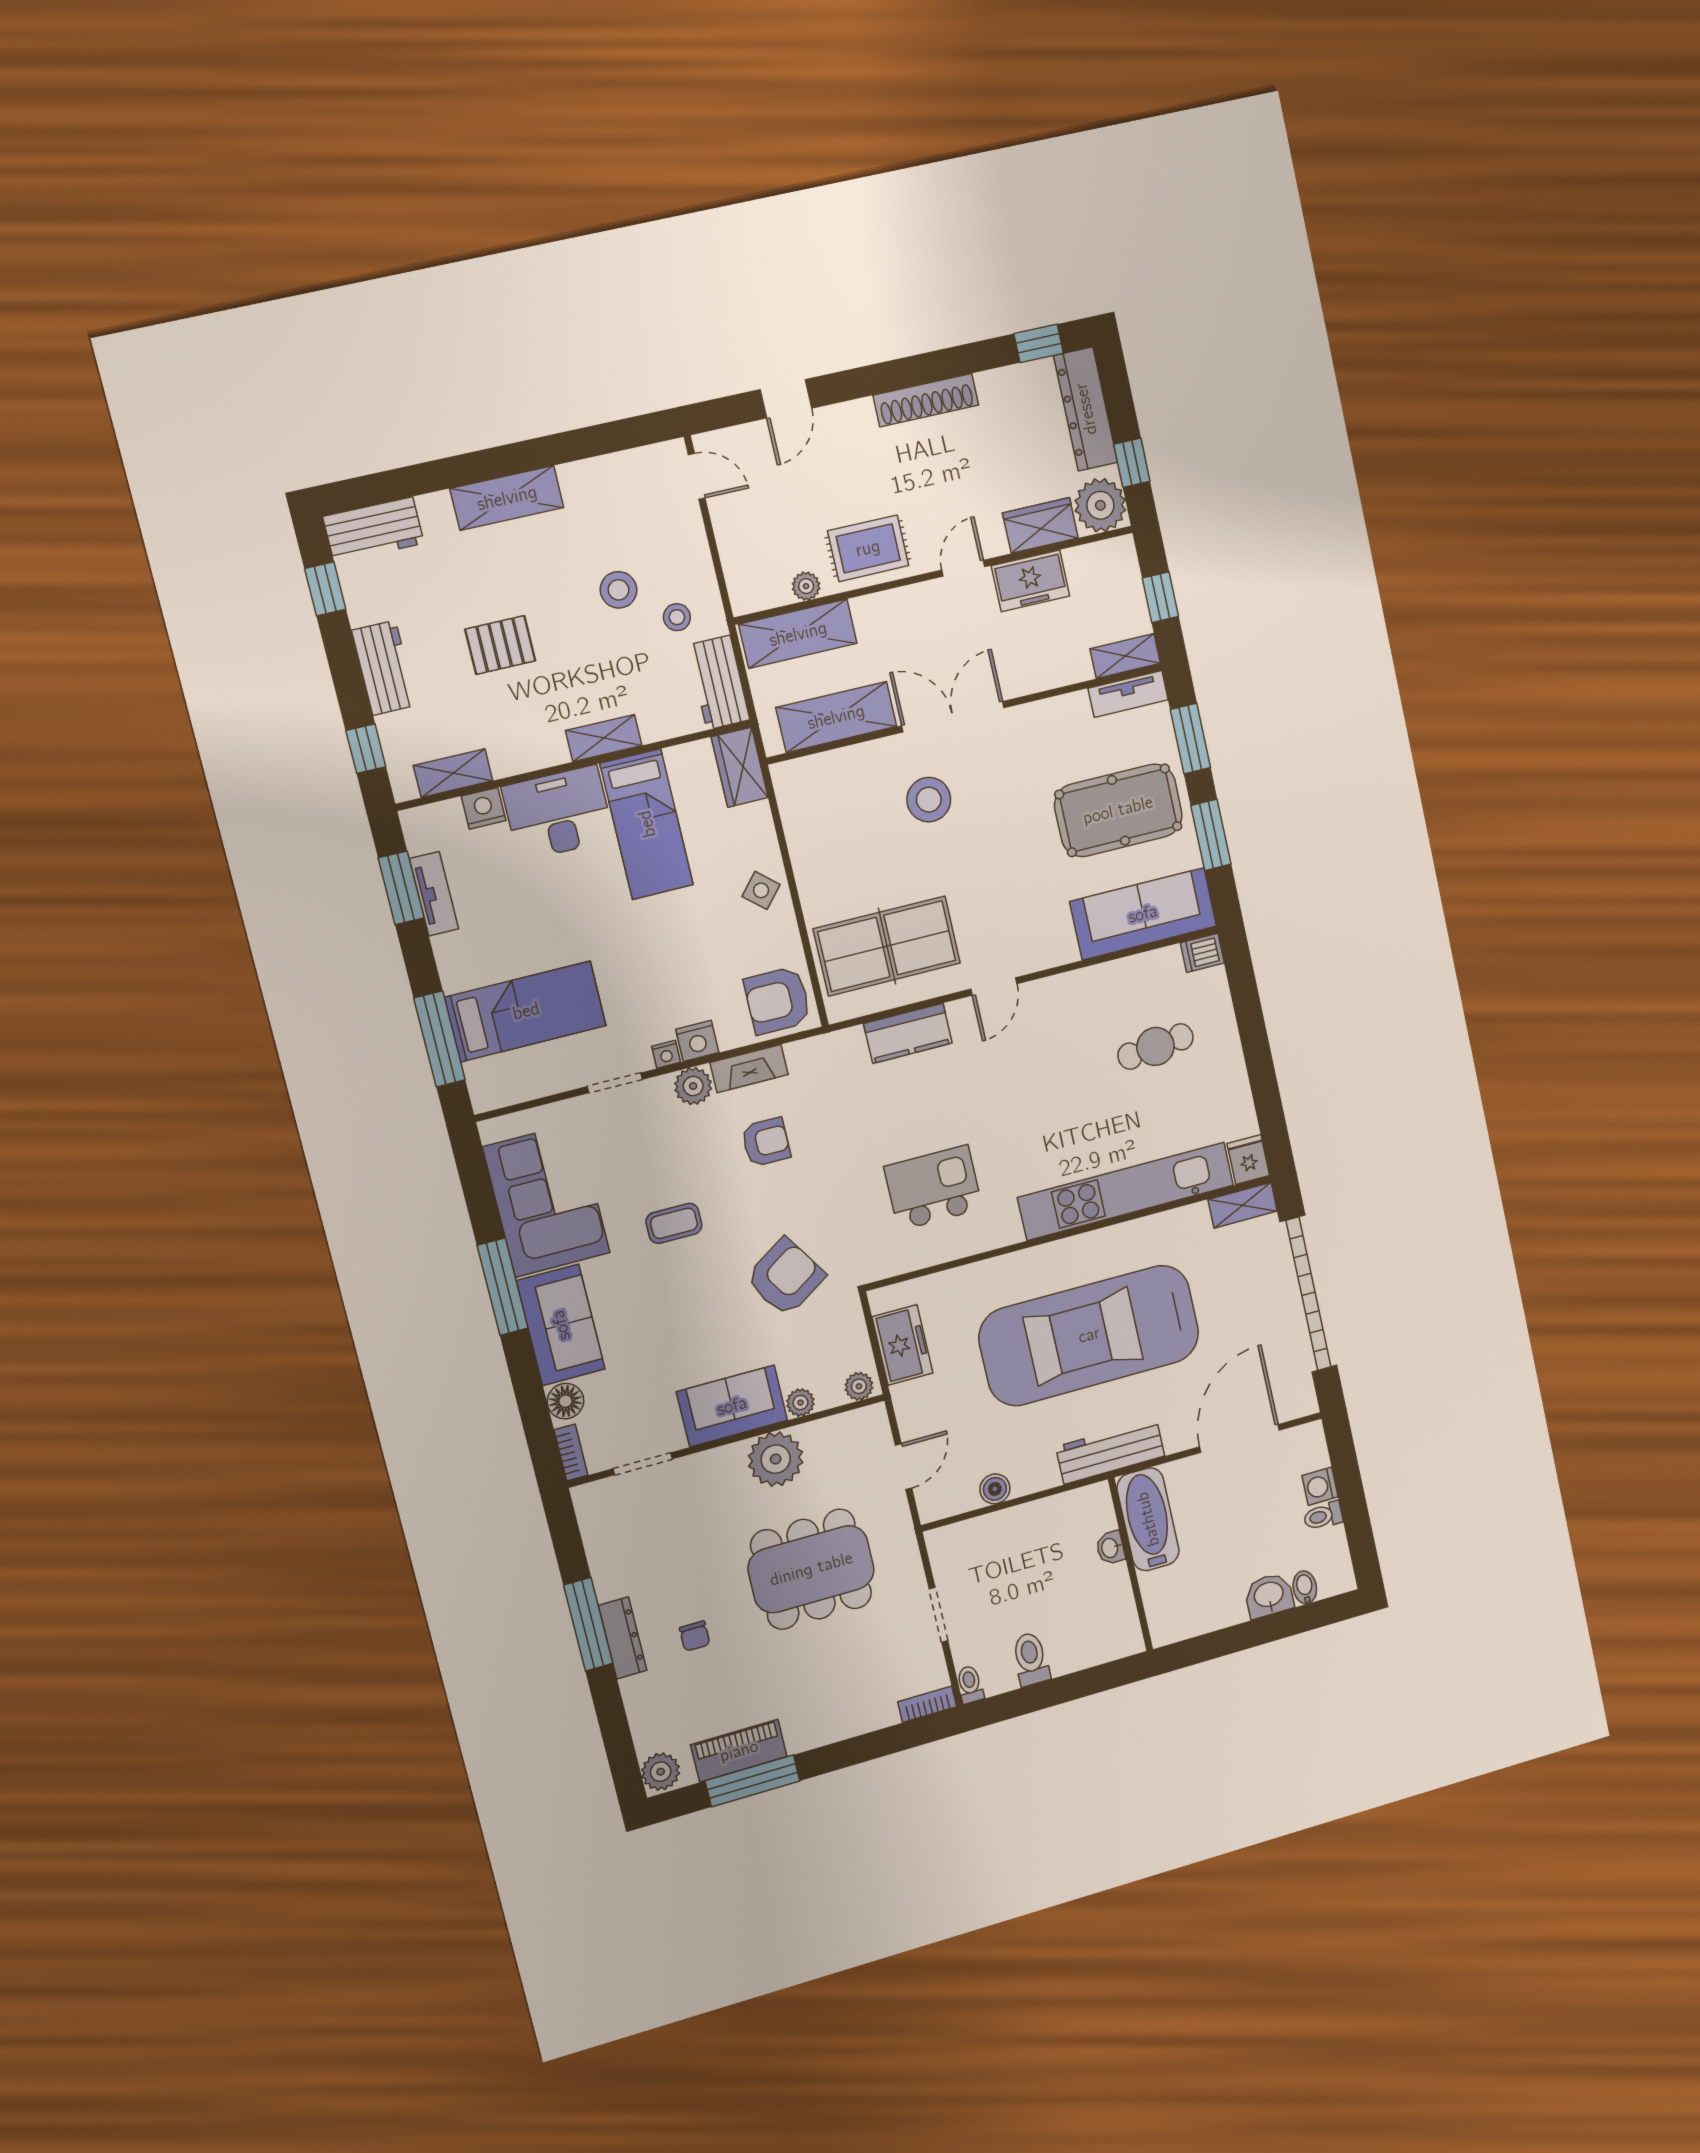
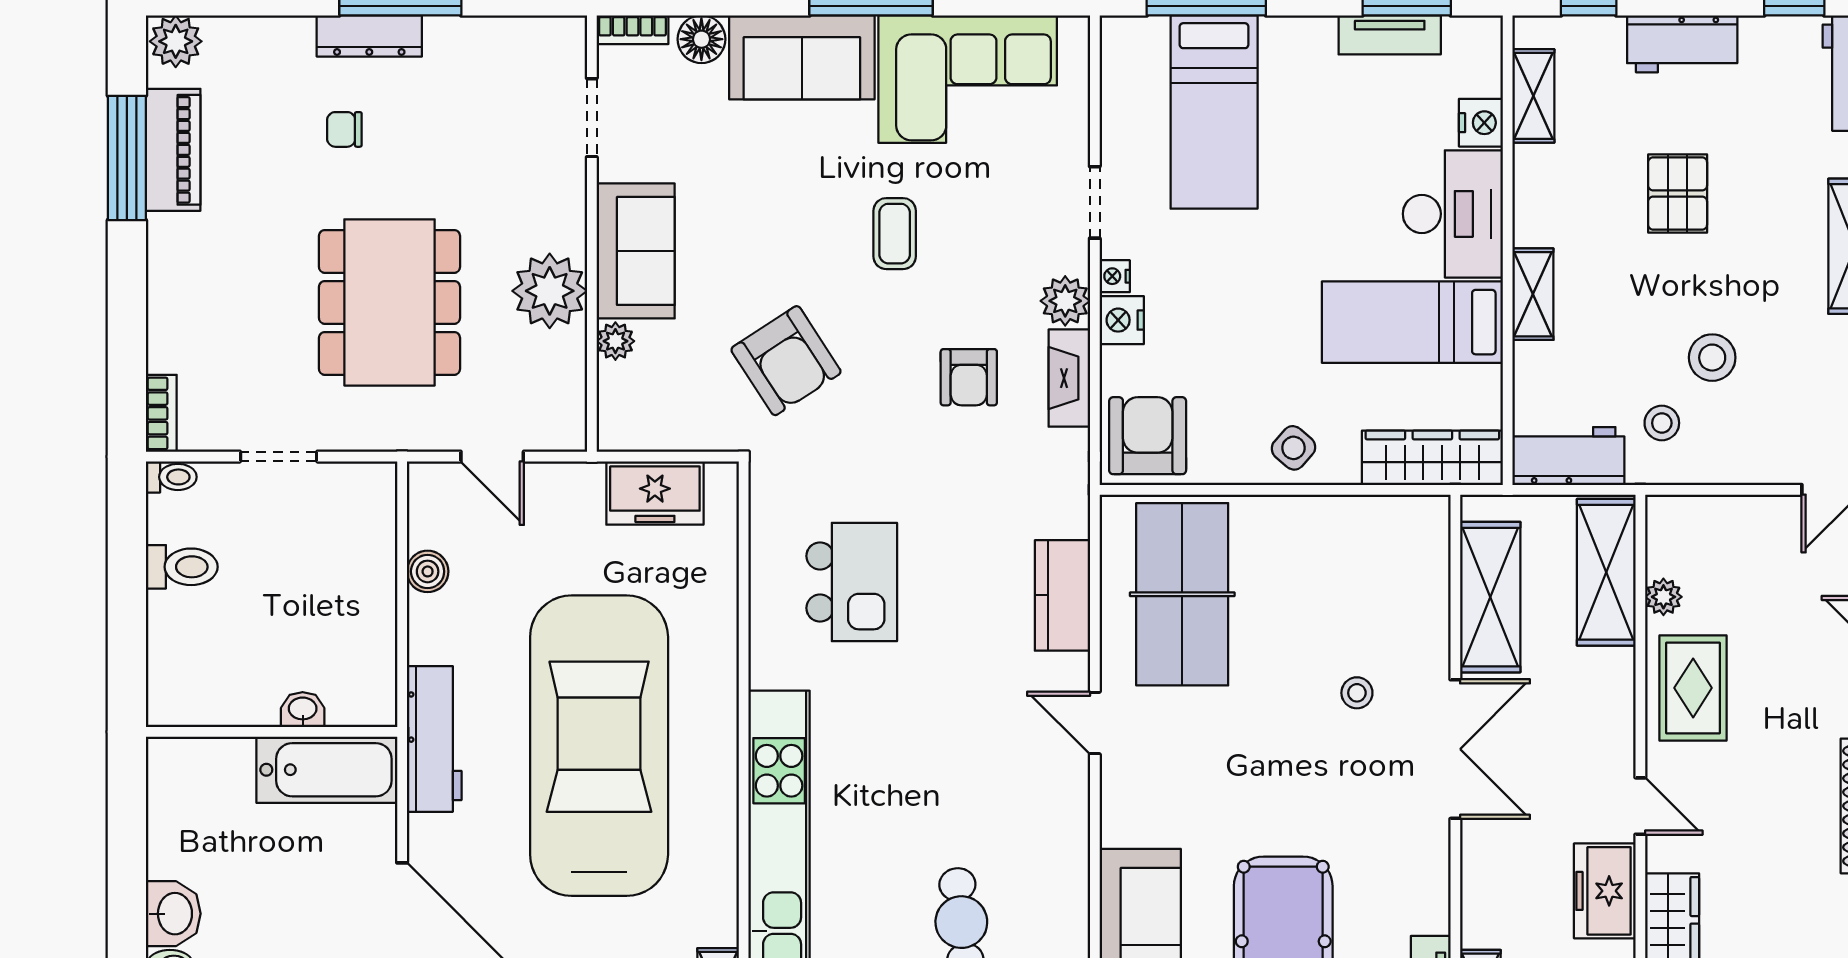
wardrobe: (740, 767) -> (1432, 458), width x1.50
stool: (929, 800) -> (1357, 693), width x0.53, depth x0.53
plant: (859, 1386) -> (616, 423), removed

